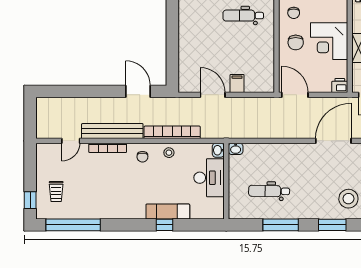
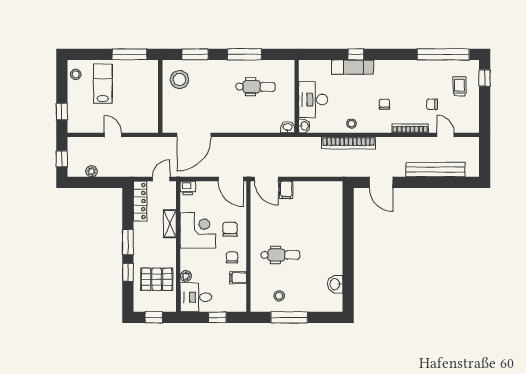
door: (213, 95) -> (266, 179), moved
bench: (112, 131) -> (435, 170), moved
door: (71, 141) -> (446, 135), hinge flipped
chair: (142, 157) -> (384, 104), moved
chair: (85, 173) -> (432, 104), added

